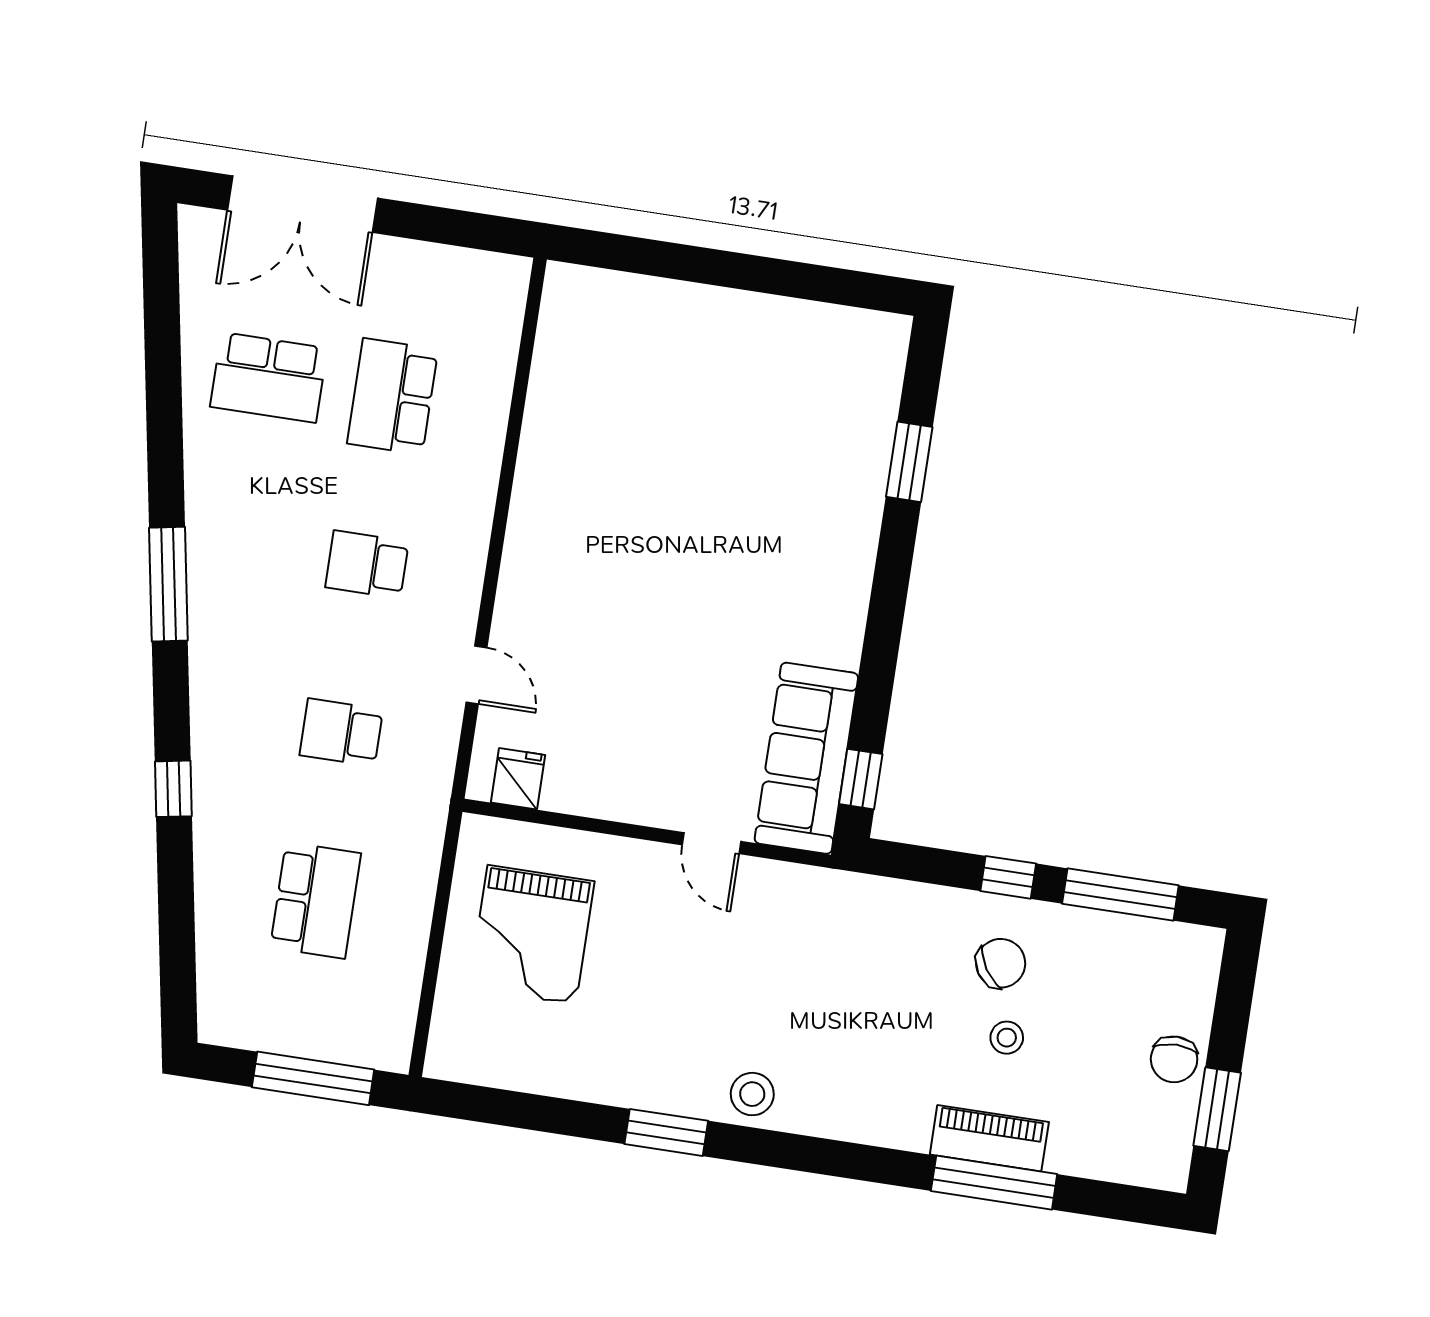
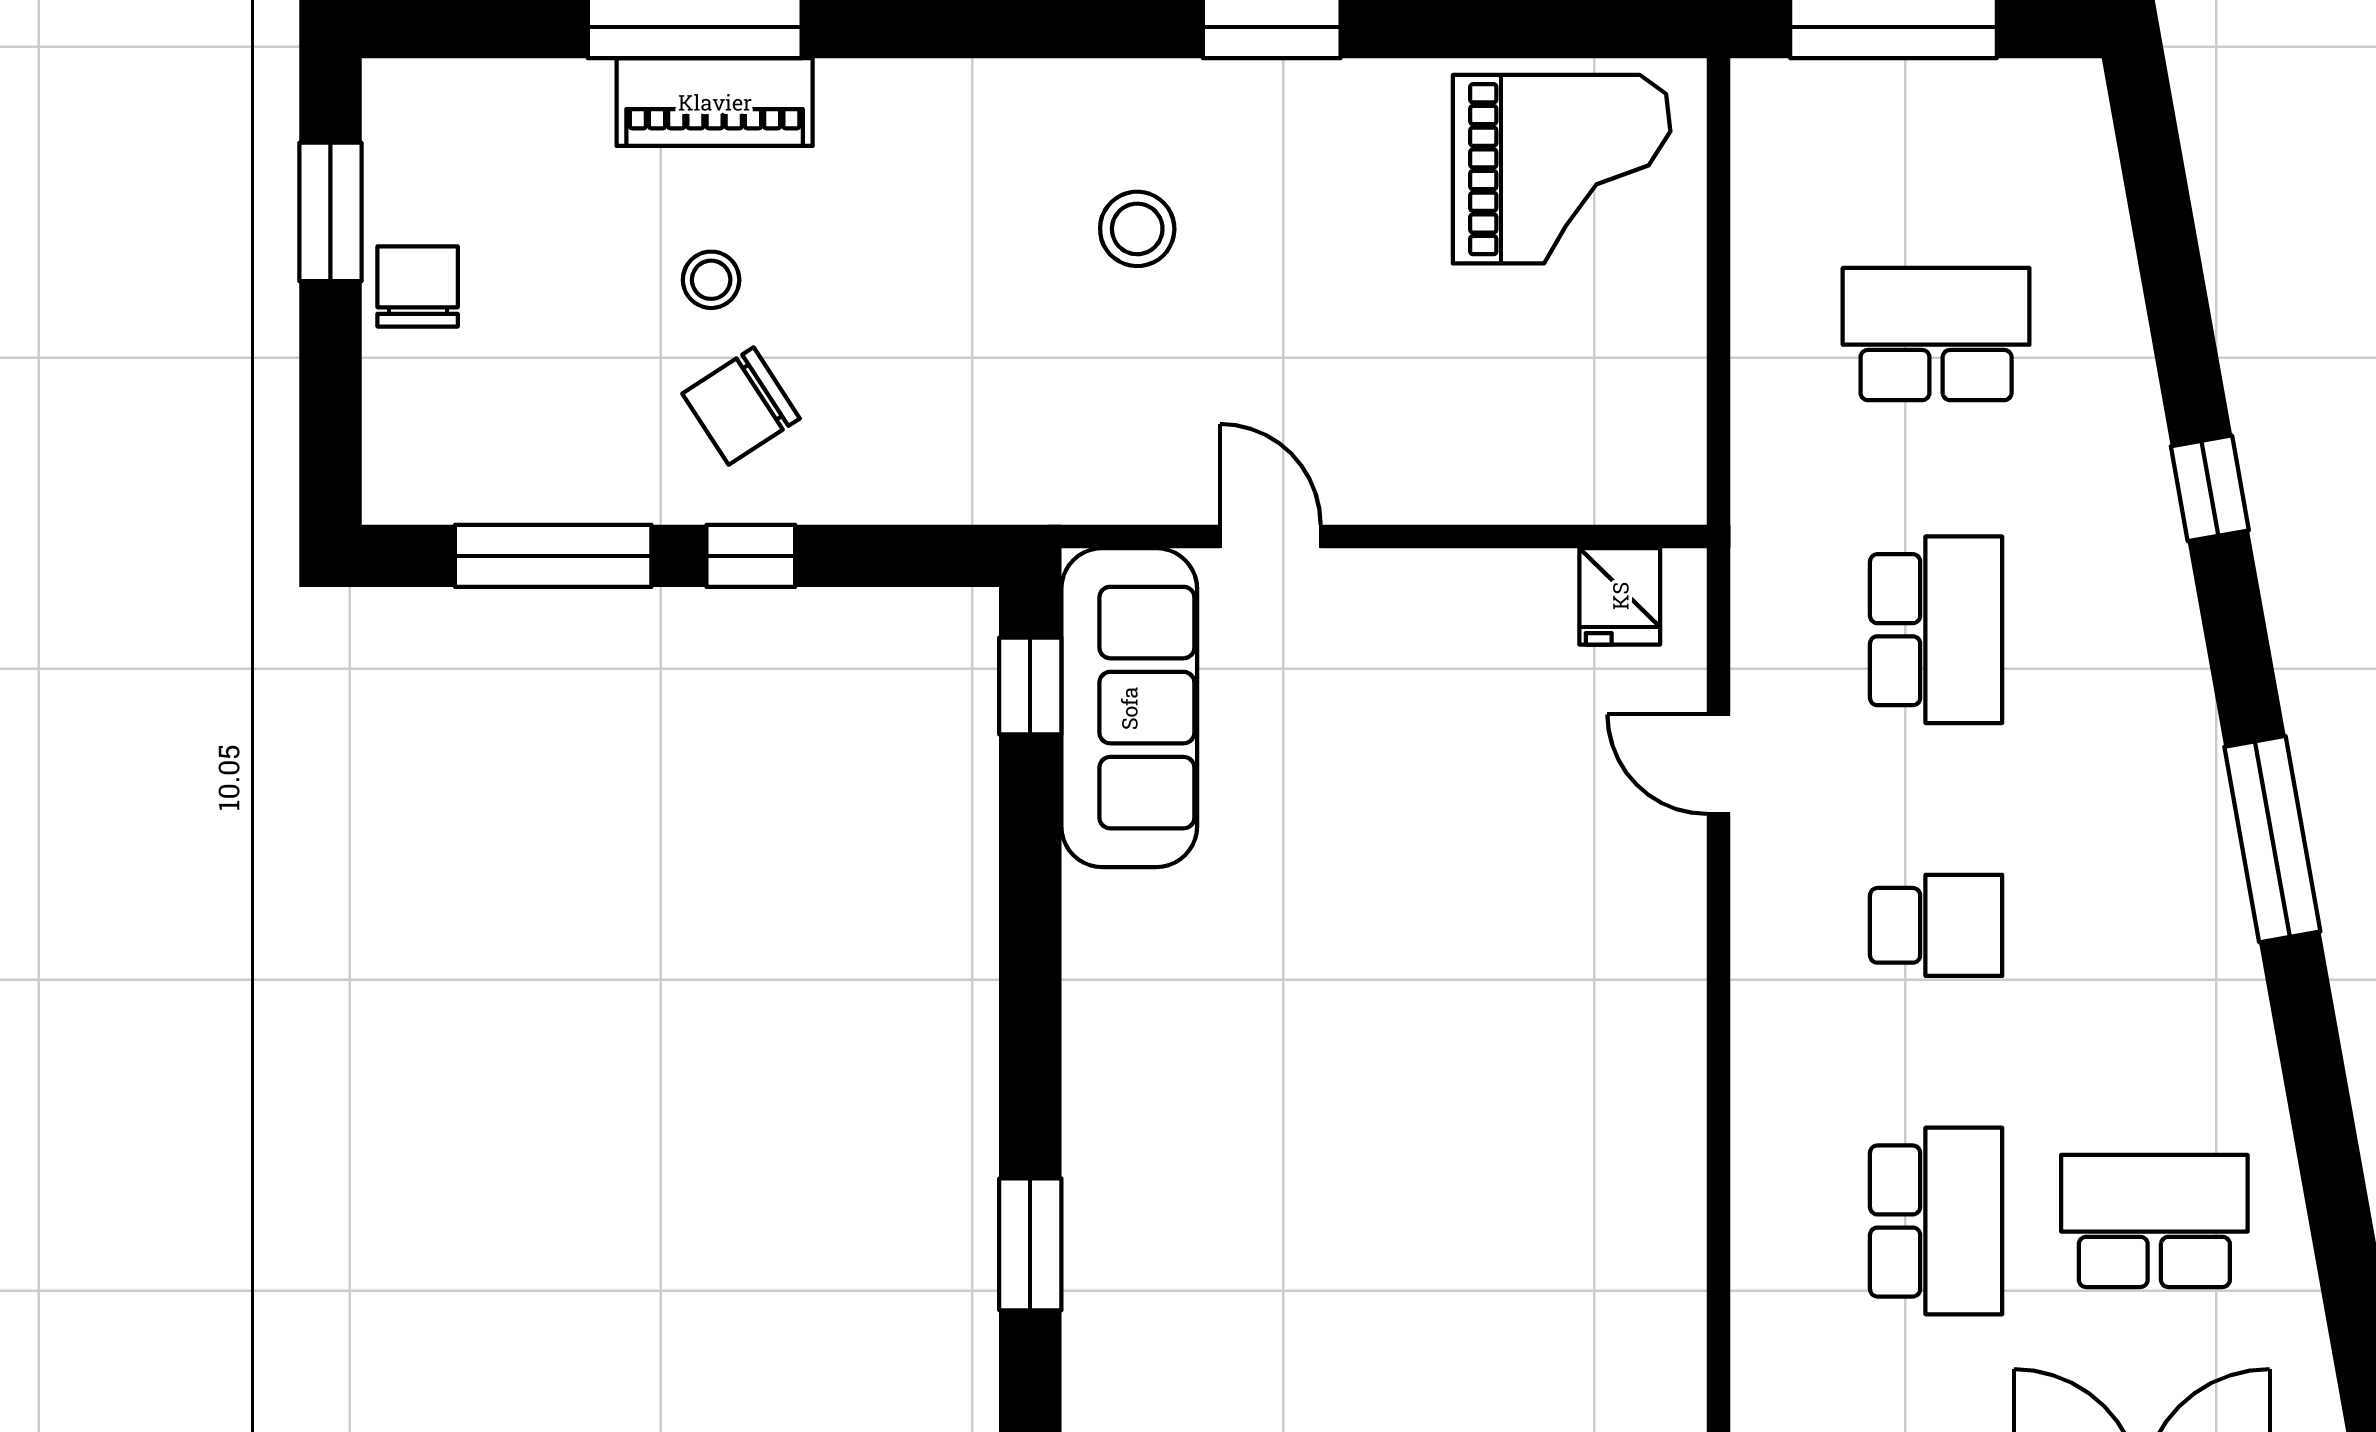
school desk: (341, 732) -> (1936, 630), width x1.85
school desk: (316, 900) -> (1936, 334), turned 90
grand piano: (532, 935) -> (1562, 169), moved, turned 90
stool: (752, 1094) -> (1137, 229), moved

